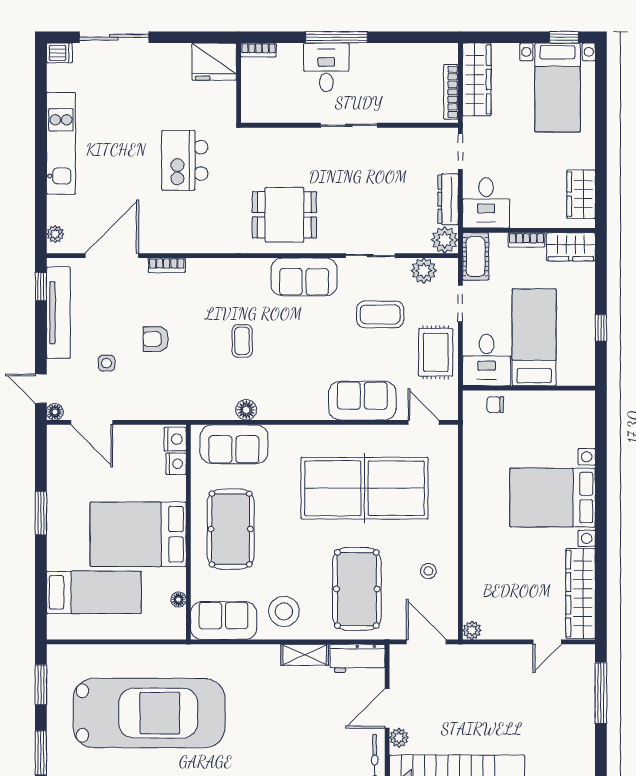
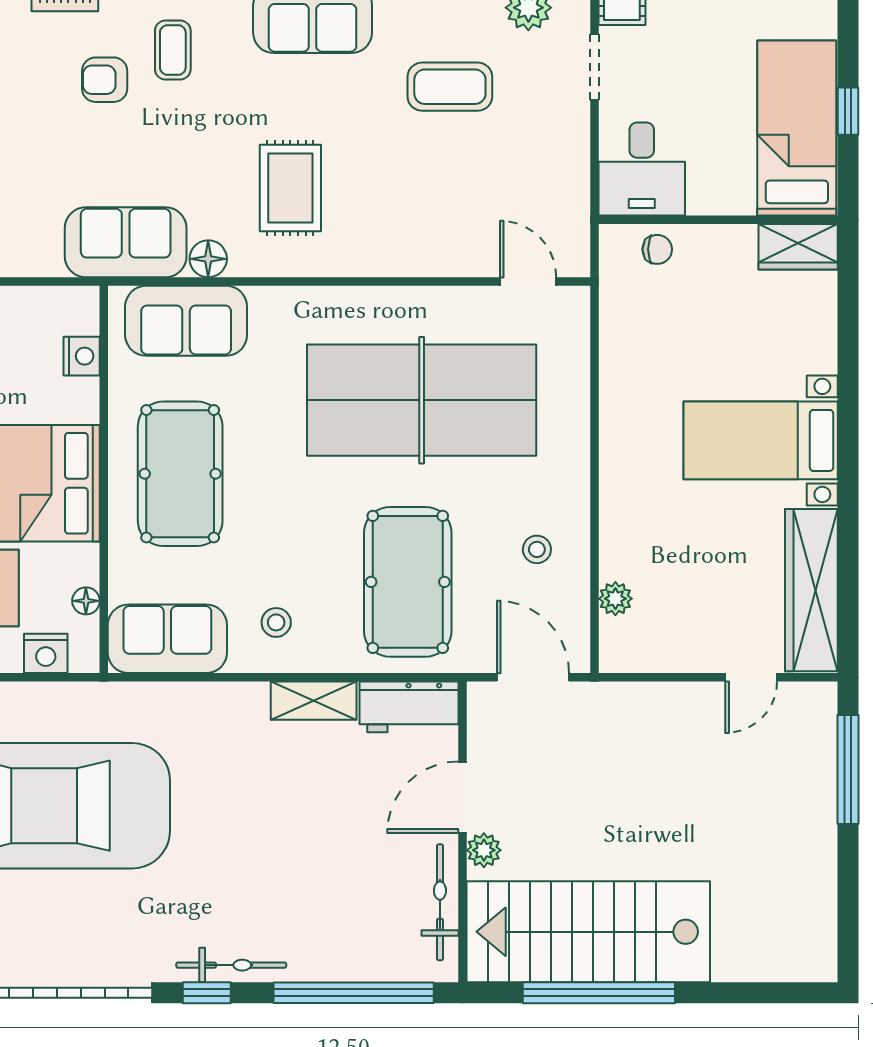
bed: (534, 337) -> (797, 128), moved
armchair: (156, 339) -> (105, 80), moved
coffee table: (242, 341) -> (173, 50), moved
rug: (436, 352) -> (290, 188), moved
sofa: (362, 401) -> (126, 242), moved
wardrobe: (573, 403) -> (798, 247), added
chair: (495, 405) -> (657, 249), turned 180
nightstand: (175, 439) -> (46, 653), moved, turned 90
bed with nightstands: (553, 498) -> (761, 440), width x0.73
stool: (284, 611) -> (276, 622), width x0.53, depth x0.53
plant: (472, 630) -> (615, 599), moved

